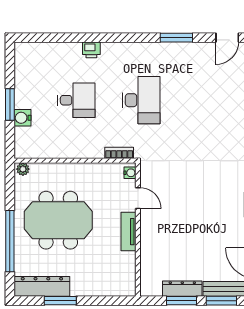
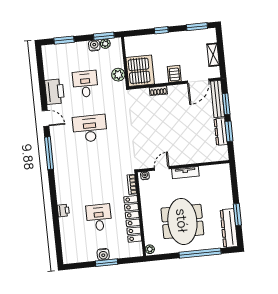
window: (176, 38) -> (49, 153), width x1.44
desk: (141, 100) -> (90, 128), moved
water cooler: (22, 118) -> (103, 254), moved
locker: (69, 149) -> (133, 219), added

